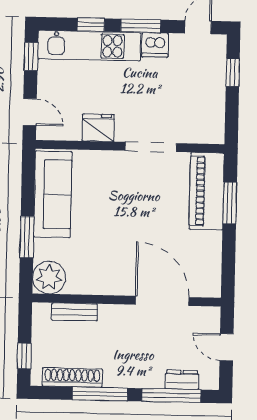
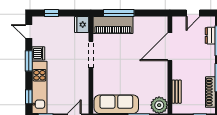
window: (91, 25) -> (29, 97), moved
fridge: (98, 128) -> (82, 25), moved
window: (230, 203) -> (119, 13), width x1.44

